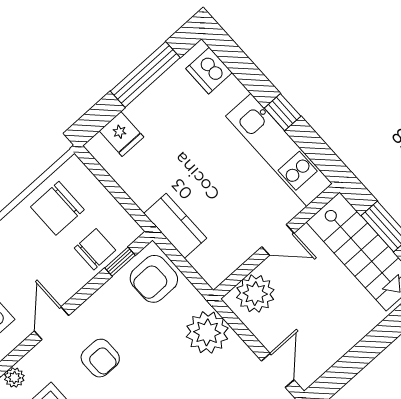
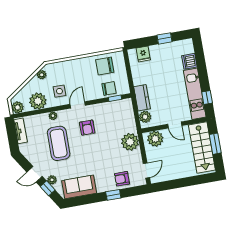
dishwasher: (209, 71) -> (189, 61), moved
window: (145, 74) -> (164, 38), width x0.46
window: (283, 112) -> (207, 97), moved
plant: (206, 261) -> (145, 117), added
armchair: (154, 279) -> (123, 112), removed

